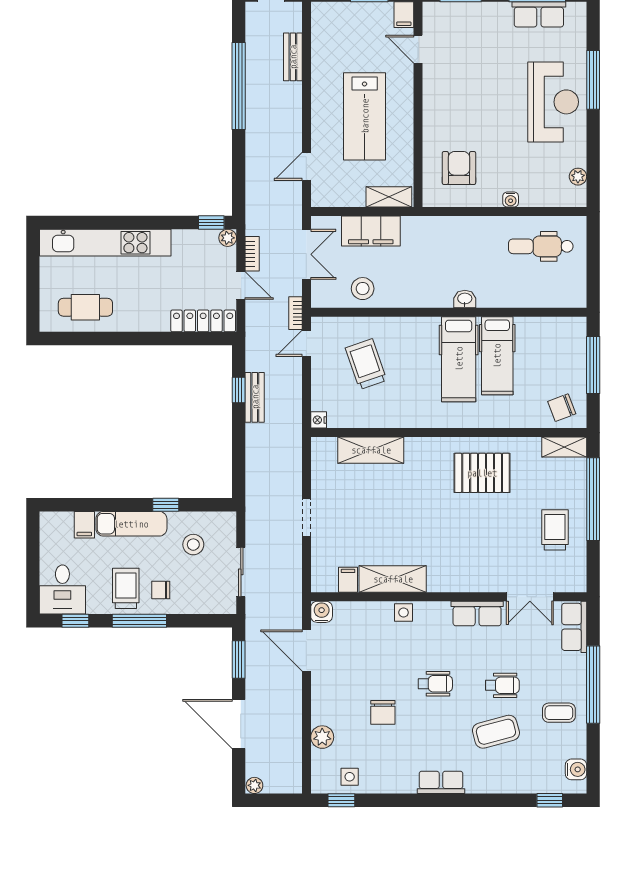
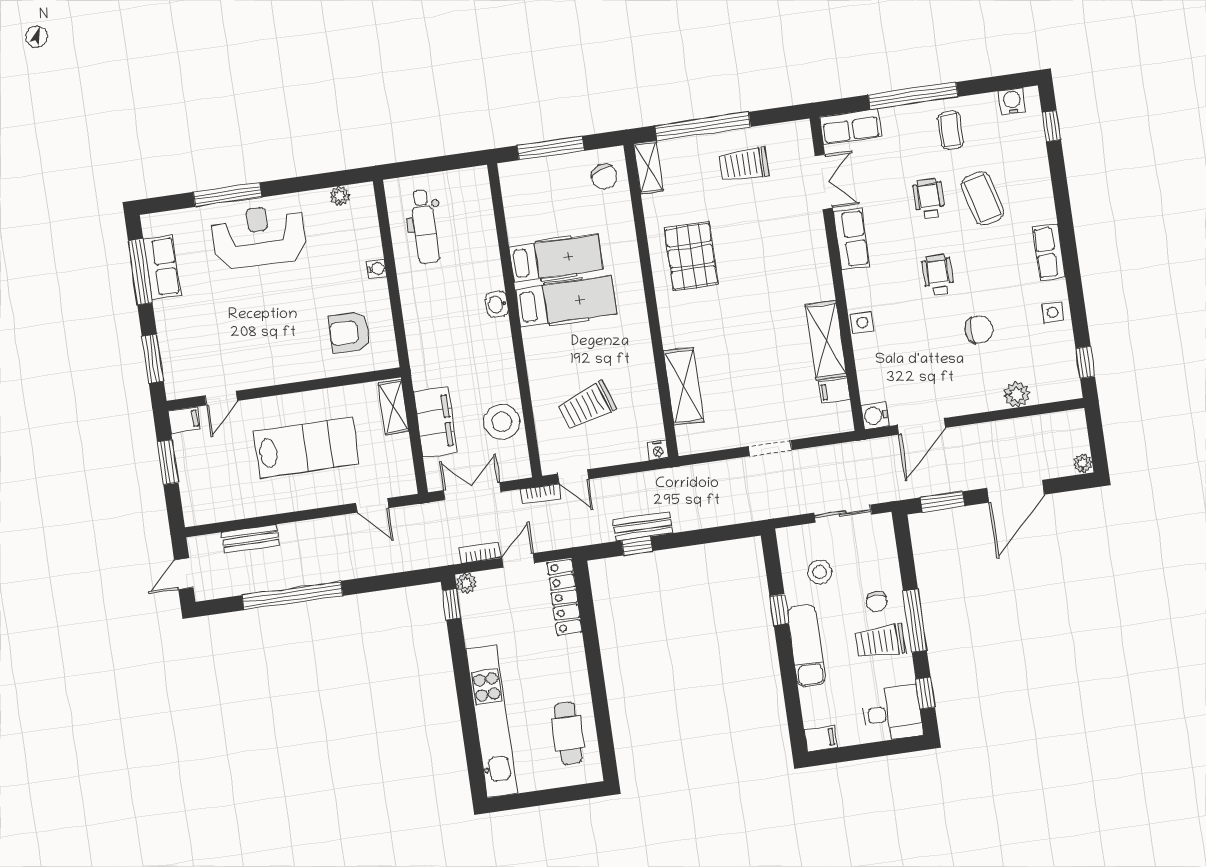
stool: (363, 289) -> (502, 422), width x1.38, depth x1.38
filing cabinet: (84, 525) -> (821, 738), moved
side table: (350, 777) -> (1053, 312), moved

